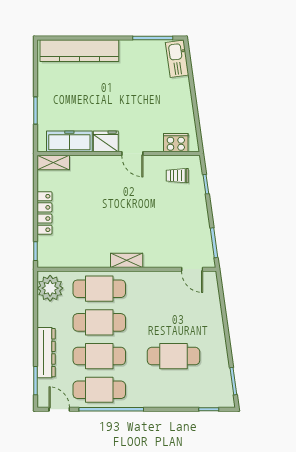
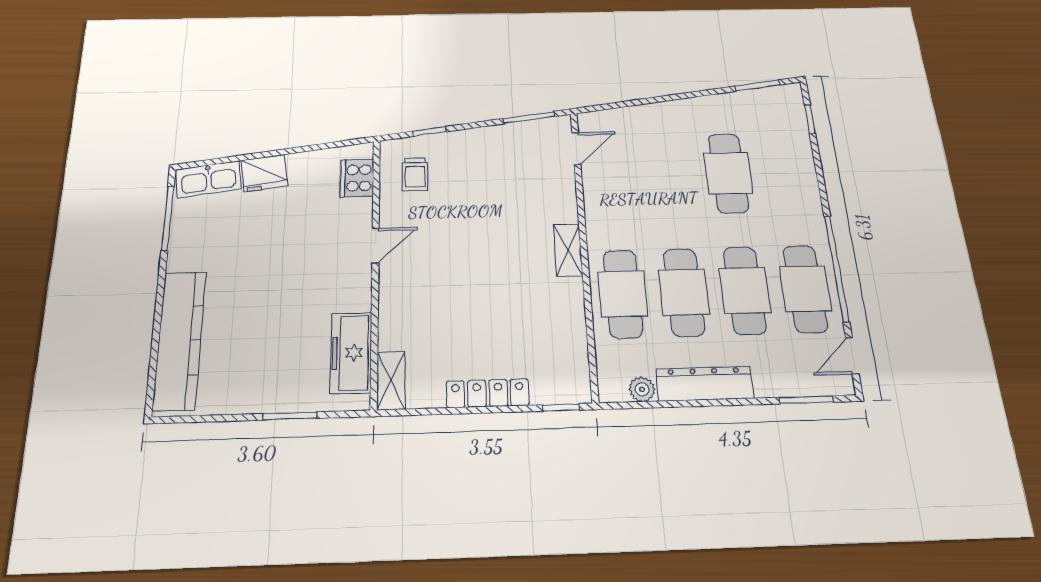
fridge: (106, 141) -> (264, 173), moved, turned -98
plant: (50, 288) -> (642, 389), width x0.53, depth x0.53
dresser: (46, 353) -> (705, 384), moved

